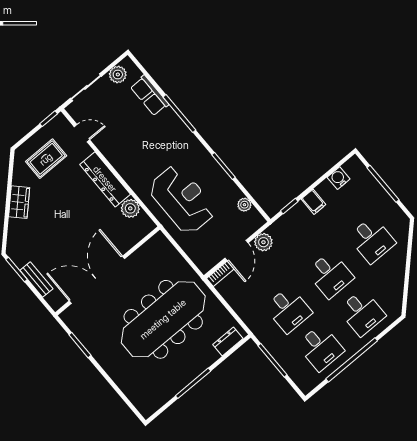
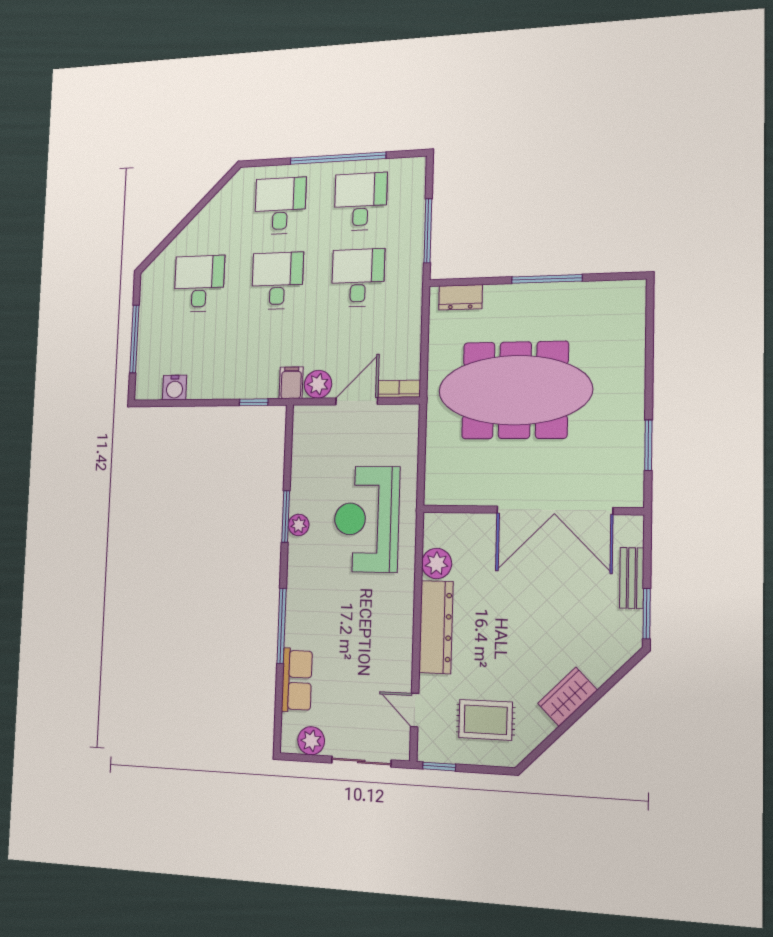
filing cabinet: (314, 202) -> (291, 383), moved
plant: (244, 205) -> (299, 525), moved

